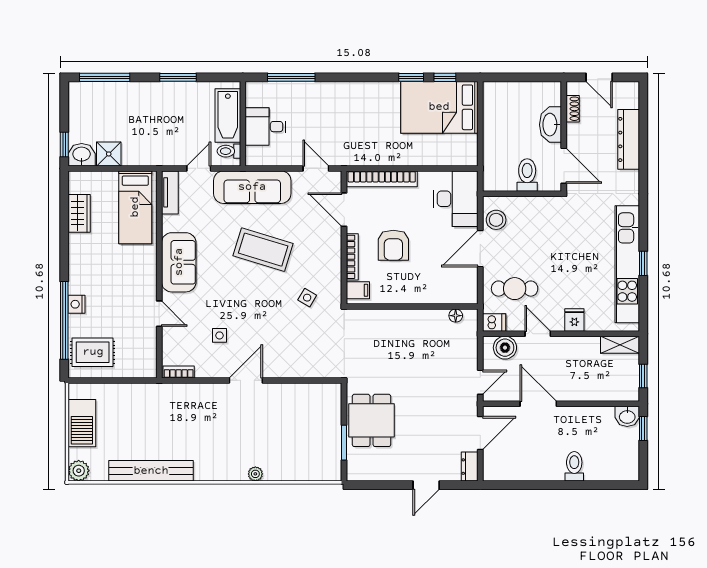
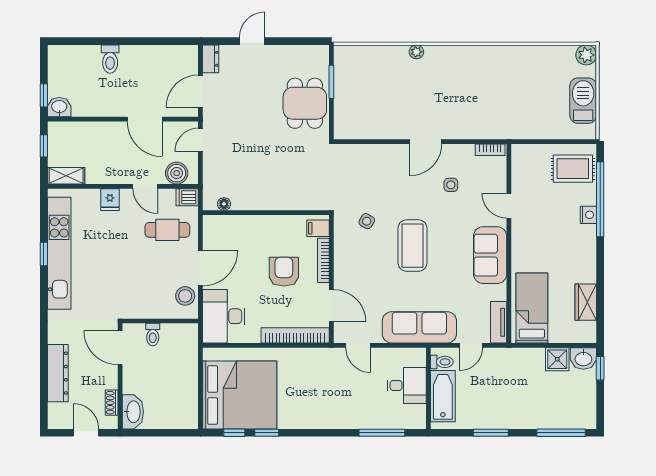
bed: (439, 107) -> (240, 395), width x1.36
washbasin: (551, 125) -> (133, 412), moved
toilet: (527, 175) -> (153, 335), width x0.73, depth x0.72
coffee table: (263, 250) -> (412, 246), moved, turned 73
bench: (151, 471) -> (517, 55), removed

